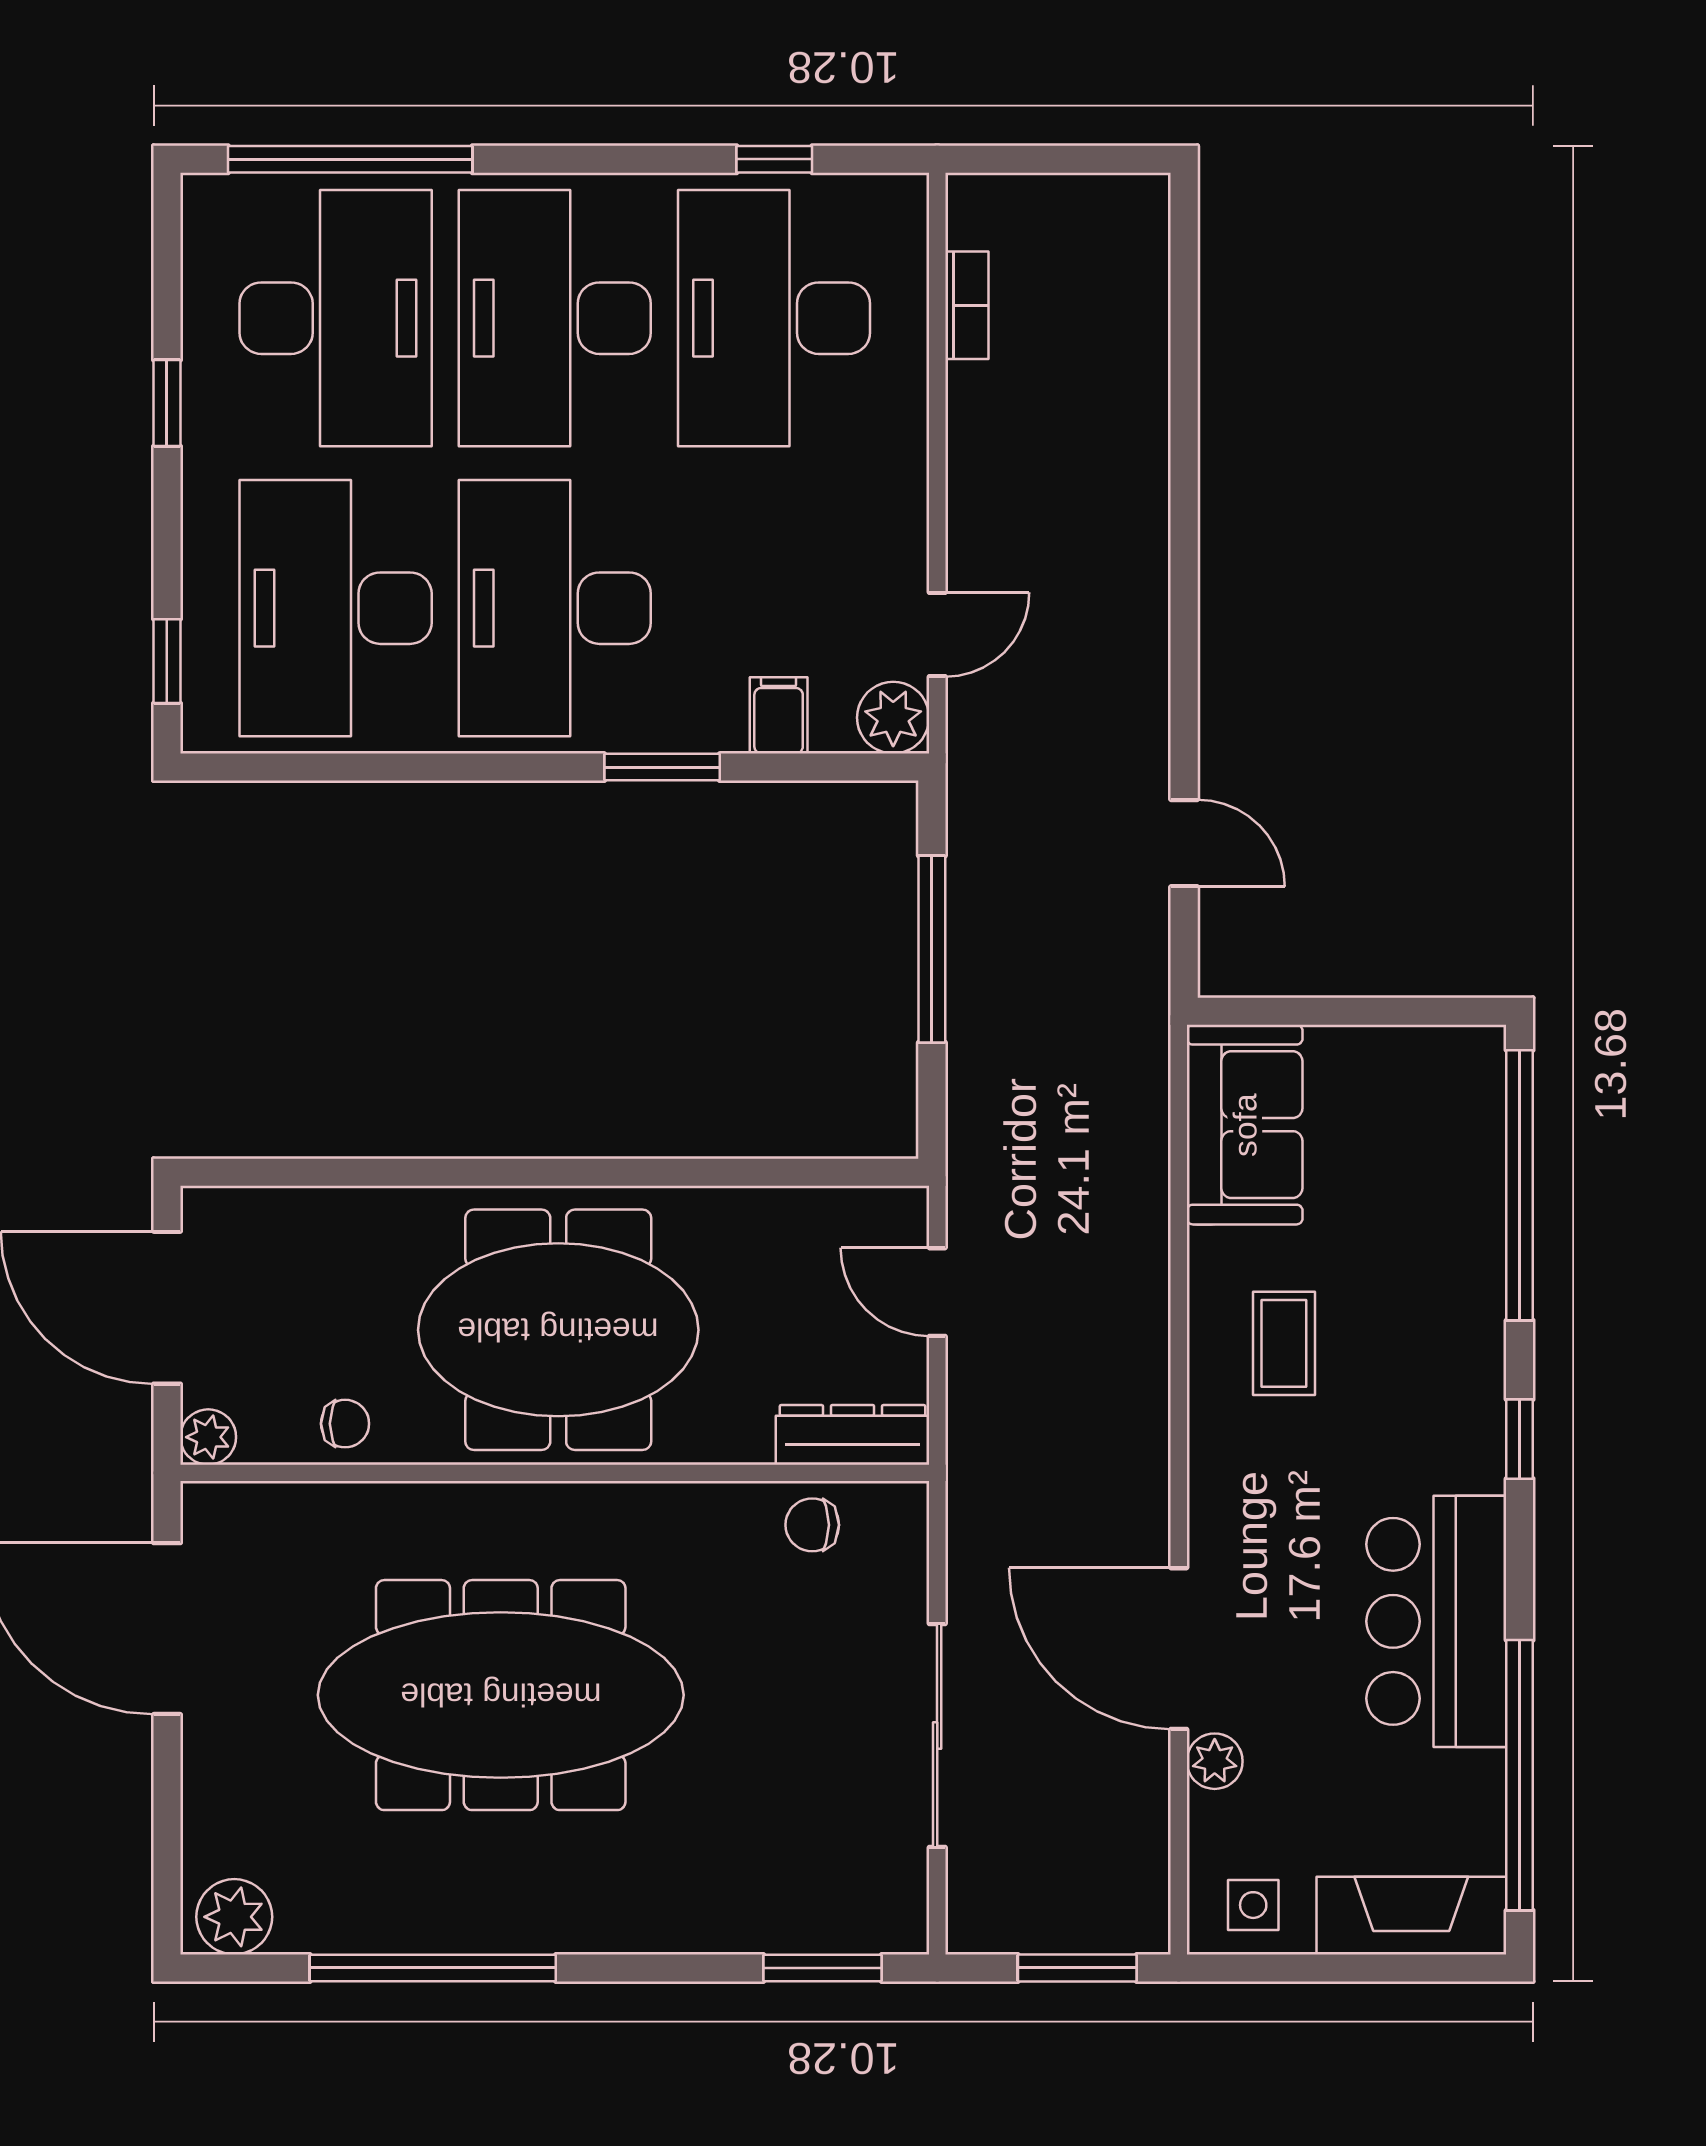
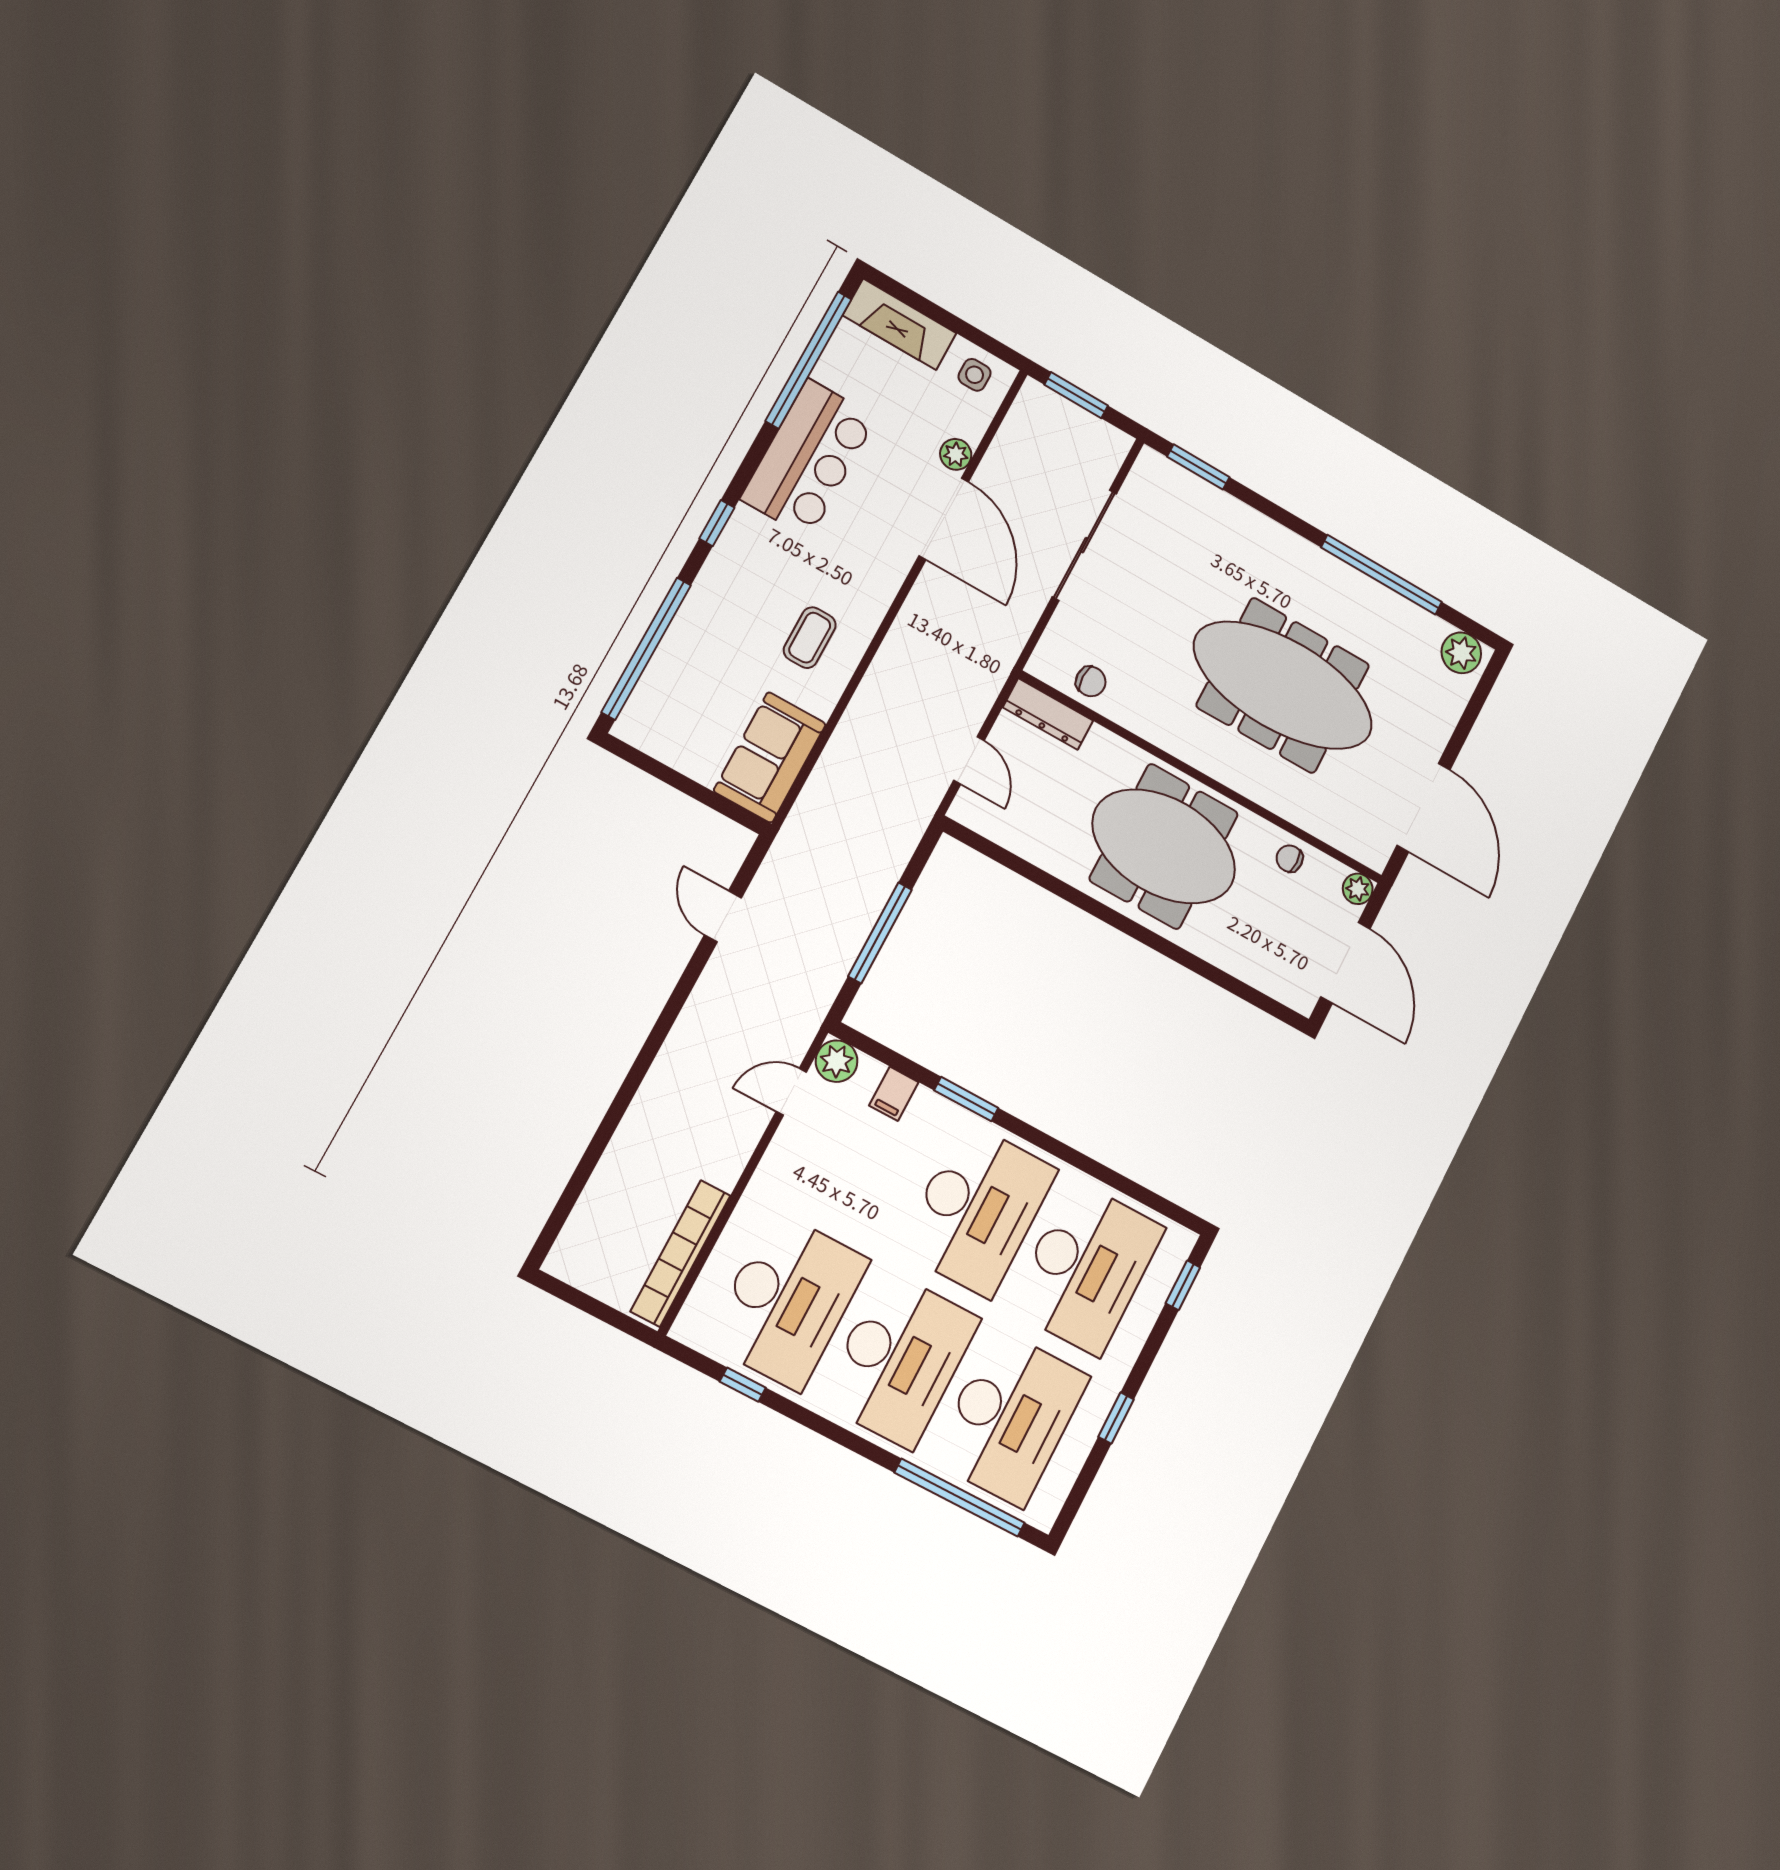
bookcase: (967, 305) -> (680, 1253), width x2.31, depth x1.31
desk: (336, 318) -> (1010, 1418), turned 180

